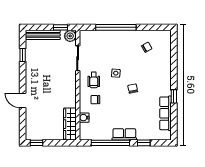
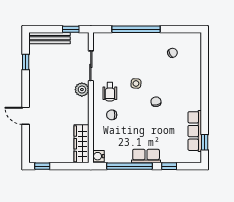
plant: (70, 36) -> (82, 90), moved
window: (174, 96) -> (205, 142), moved
water cooler: (84, 118) -> (98, 156), moved

